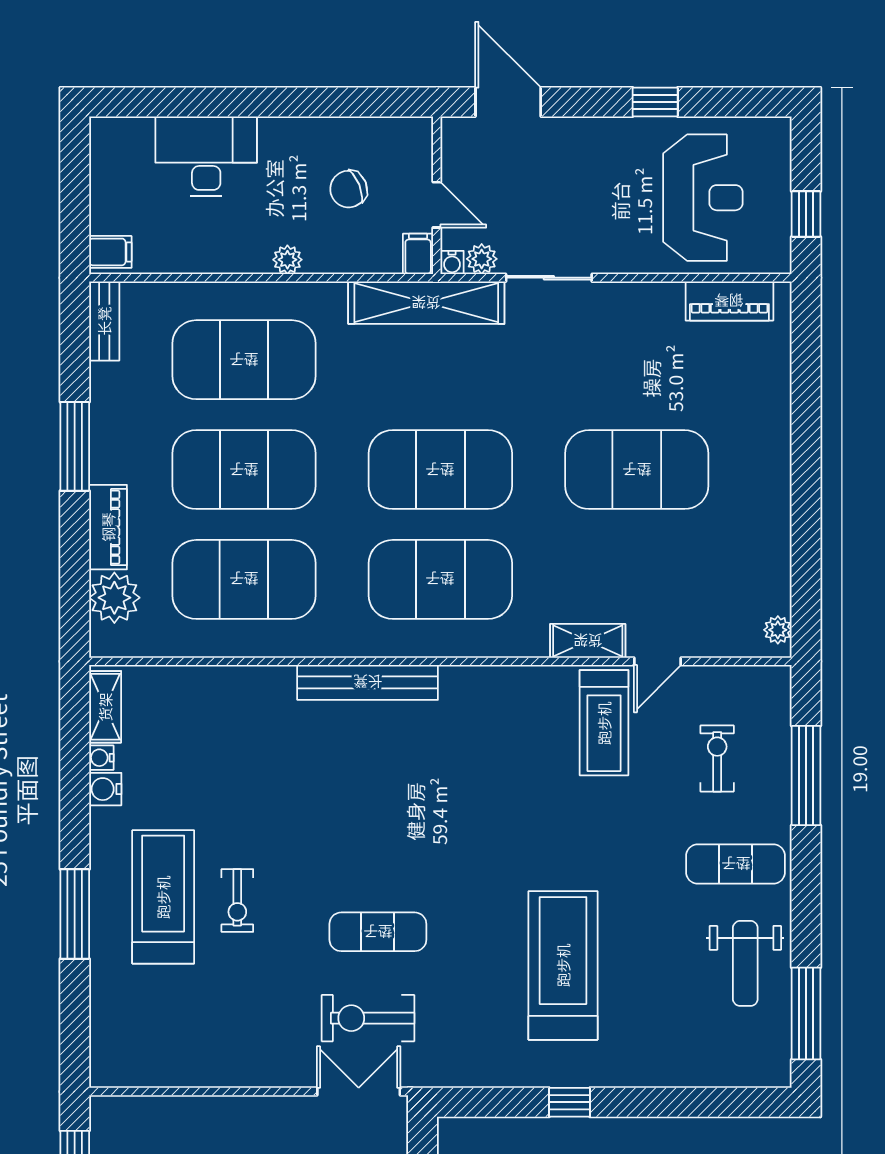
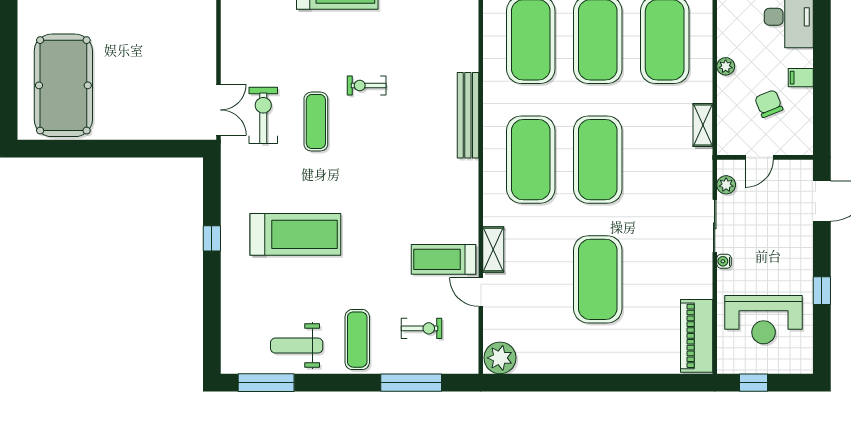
filing cabinet: (418, 254) -> (801, 78), moved, turned 180
water cooler: (452, 262) -> (724, 261), moved
piano: (729, 301) -> (697, 336), width x1.37, depth x1.33
shelving: (426, 303) -> (703, 125), width x0.45, depth x0.75
plant: (778, 630) -> (500, 358), width x1.88, depth x1.88
exercise bike: (237, 901) -> (367, 85), moved

